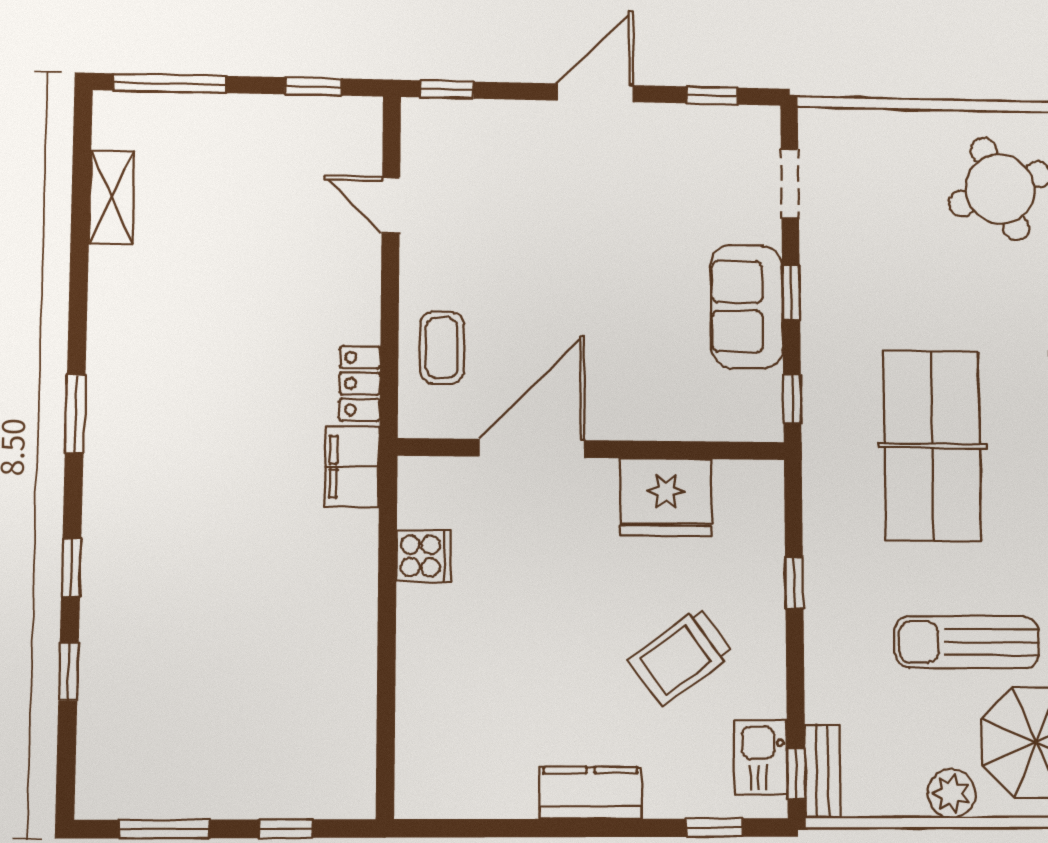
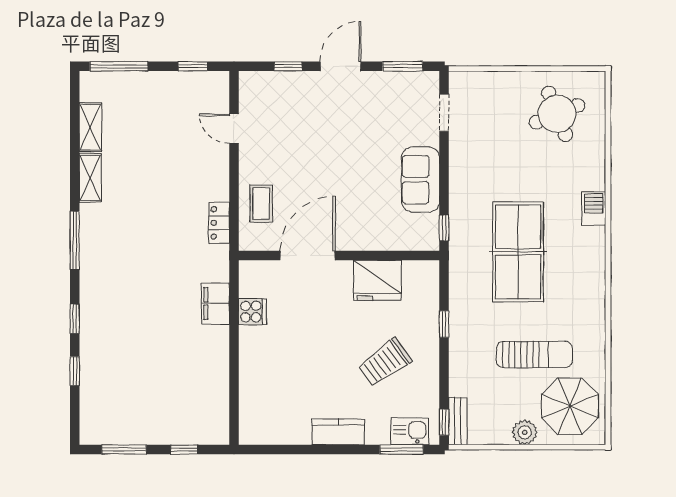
window: (447, 89) -> (288, 66), moved
window: (712, 96) -> (403, 66), width x1.50
window: (791, 292) -> (444, 171), removed
shelving: (109, 294) -> (90, 178), added
window: (75, 414) -> (75, 240), width x1.44
filing cabinet: (352, 467) -> (216, 303), moved
sun lounger: (967, 642) -> (534, 355), turned 180
kitchen sink: (761, 757) -> (410, 431), moved, turned 90
window: (714, 828) -> (402, 449), width x1.50

